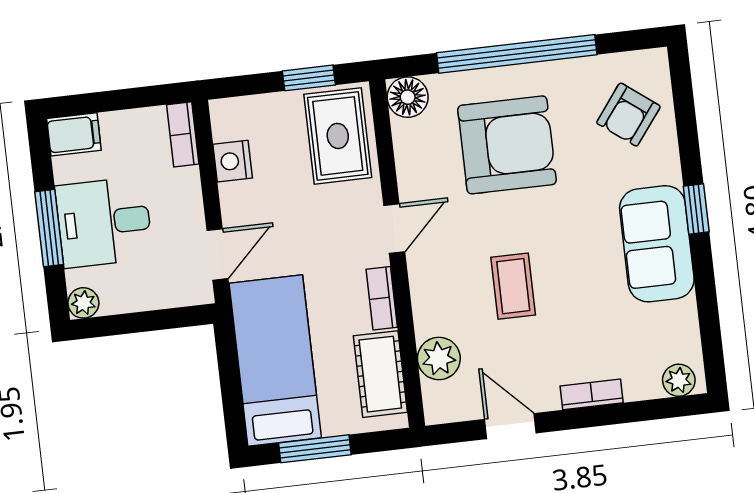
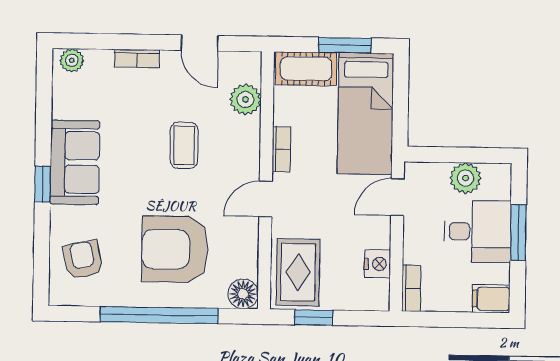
armchair: (628, 115) -> (83, 260), turned -50
plant: (83, 303) -> (465, 178), moved, width x1.38, depth x1.38
cot: (380, 374) -> (306, 69), moved, turned 90

